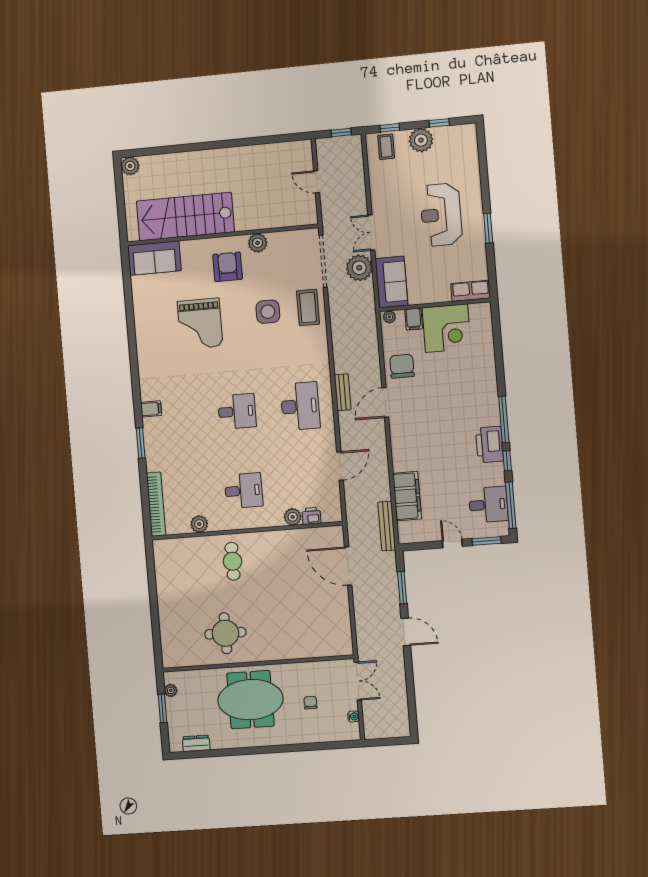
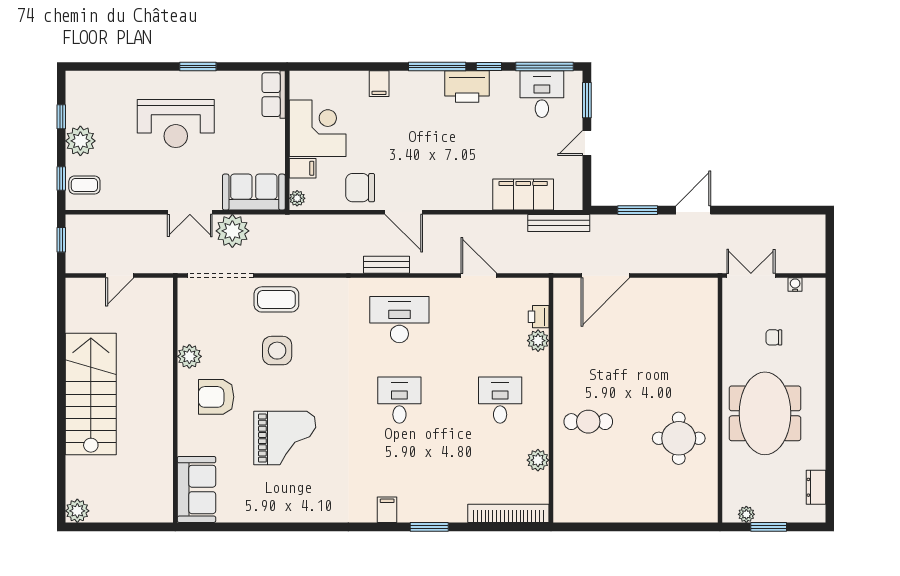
stairs: (185, 217) -> (91, 394), moved, turned 180
filing cabinet: (486, 374) -> (379, 84), added

